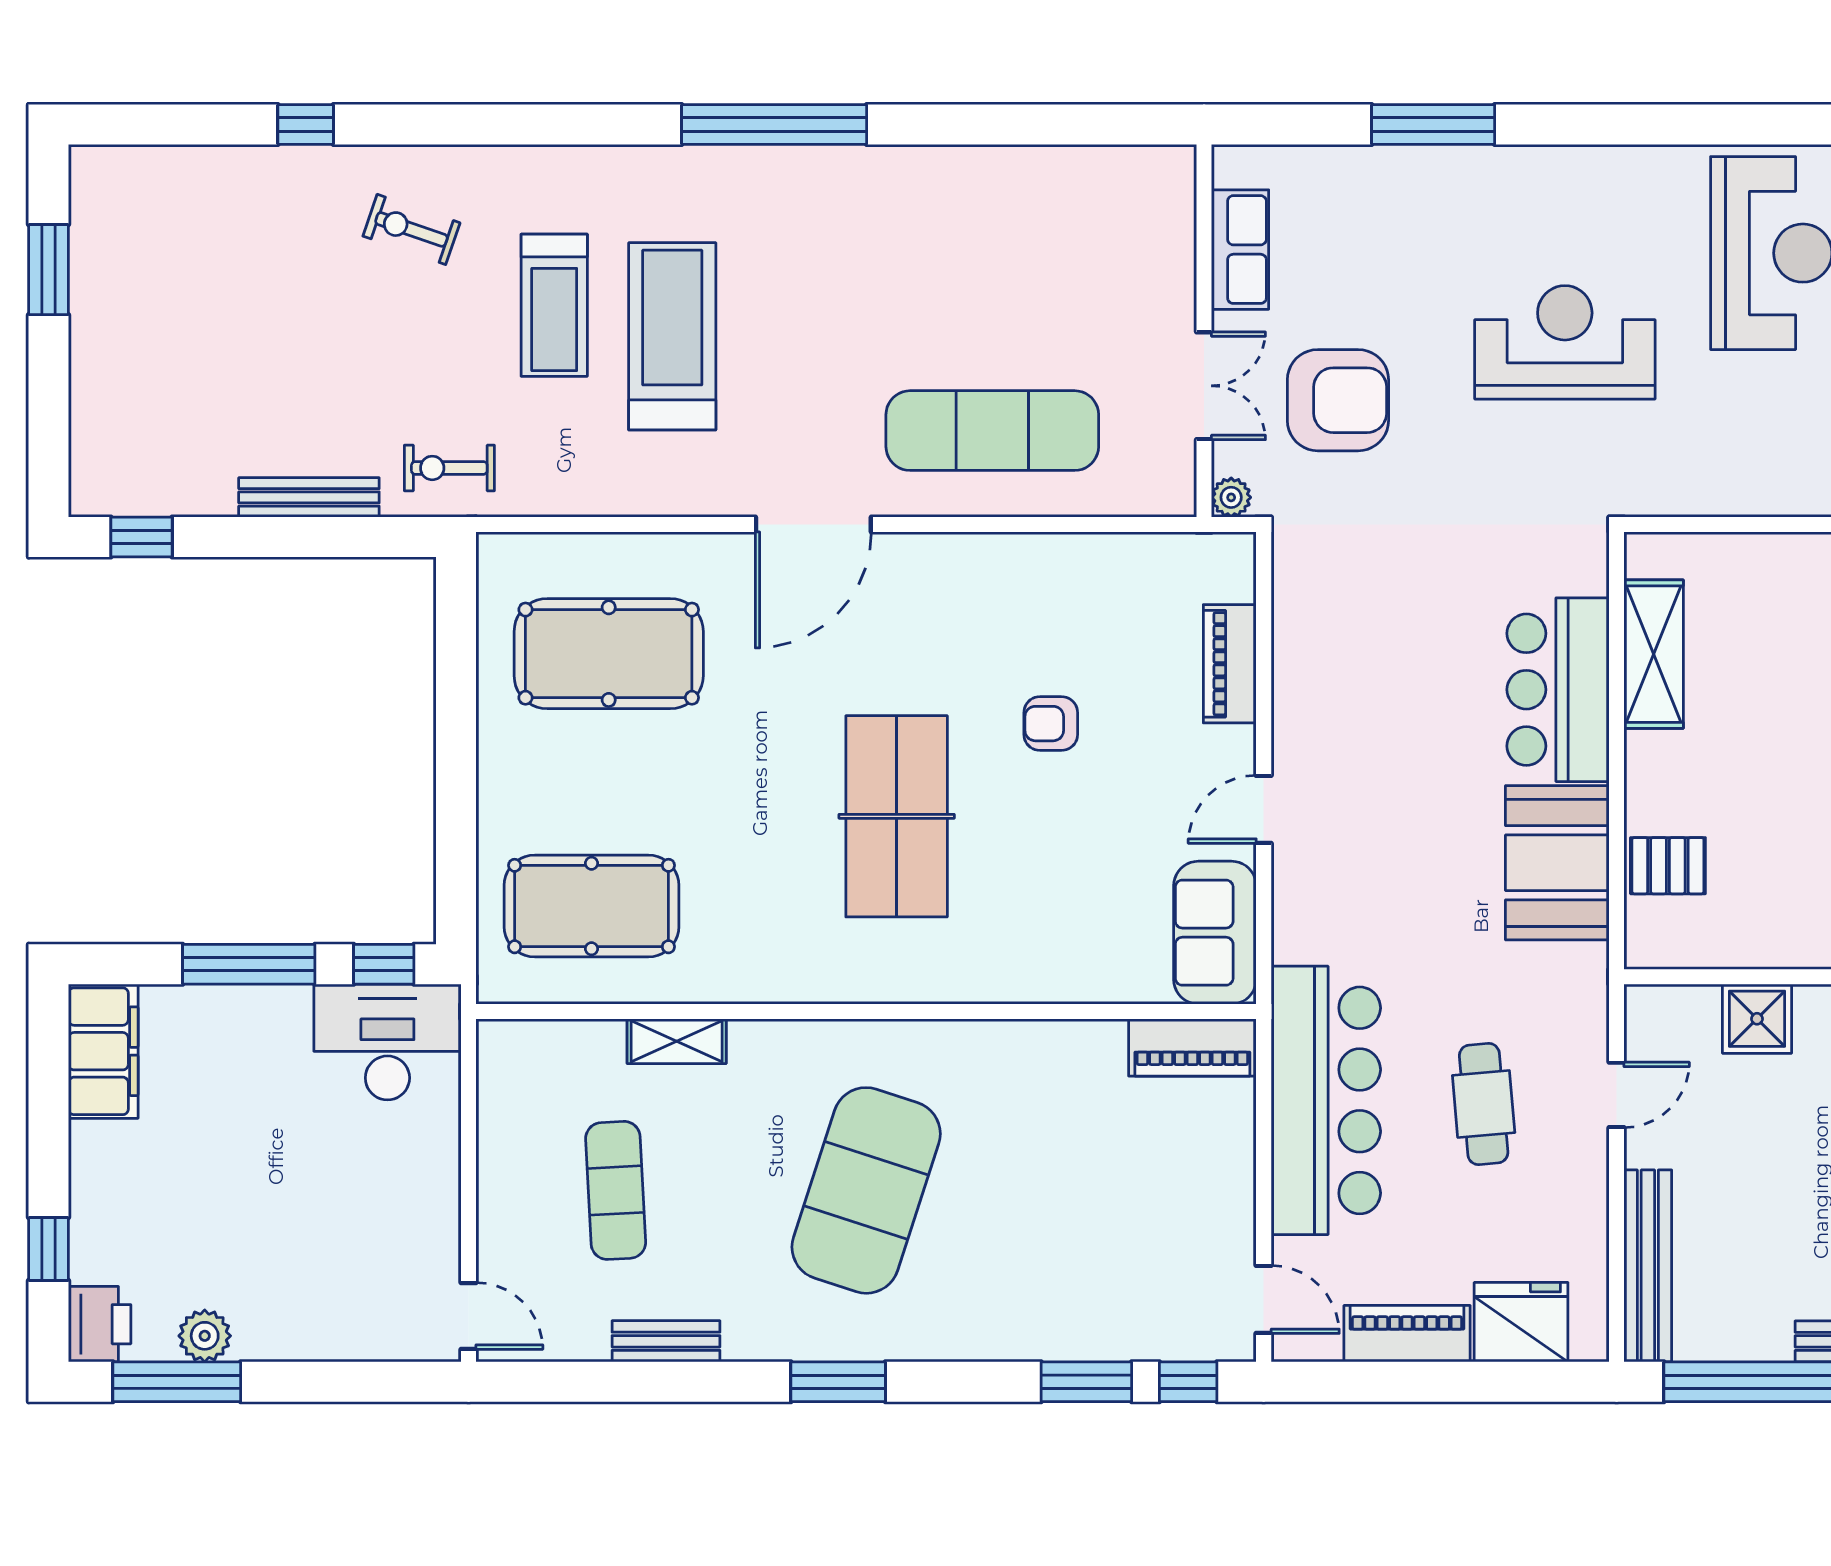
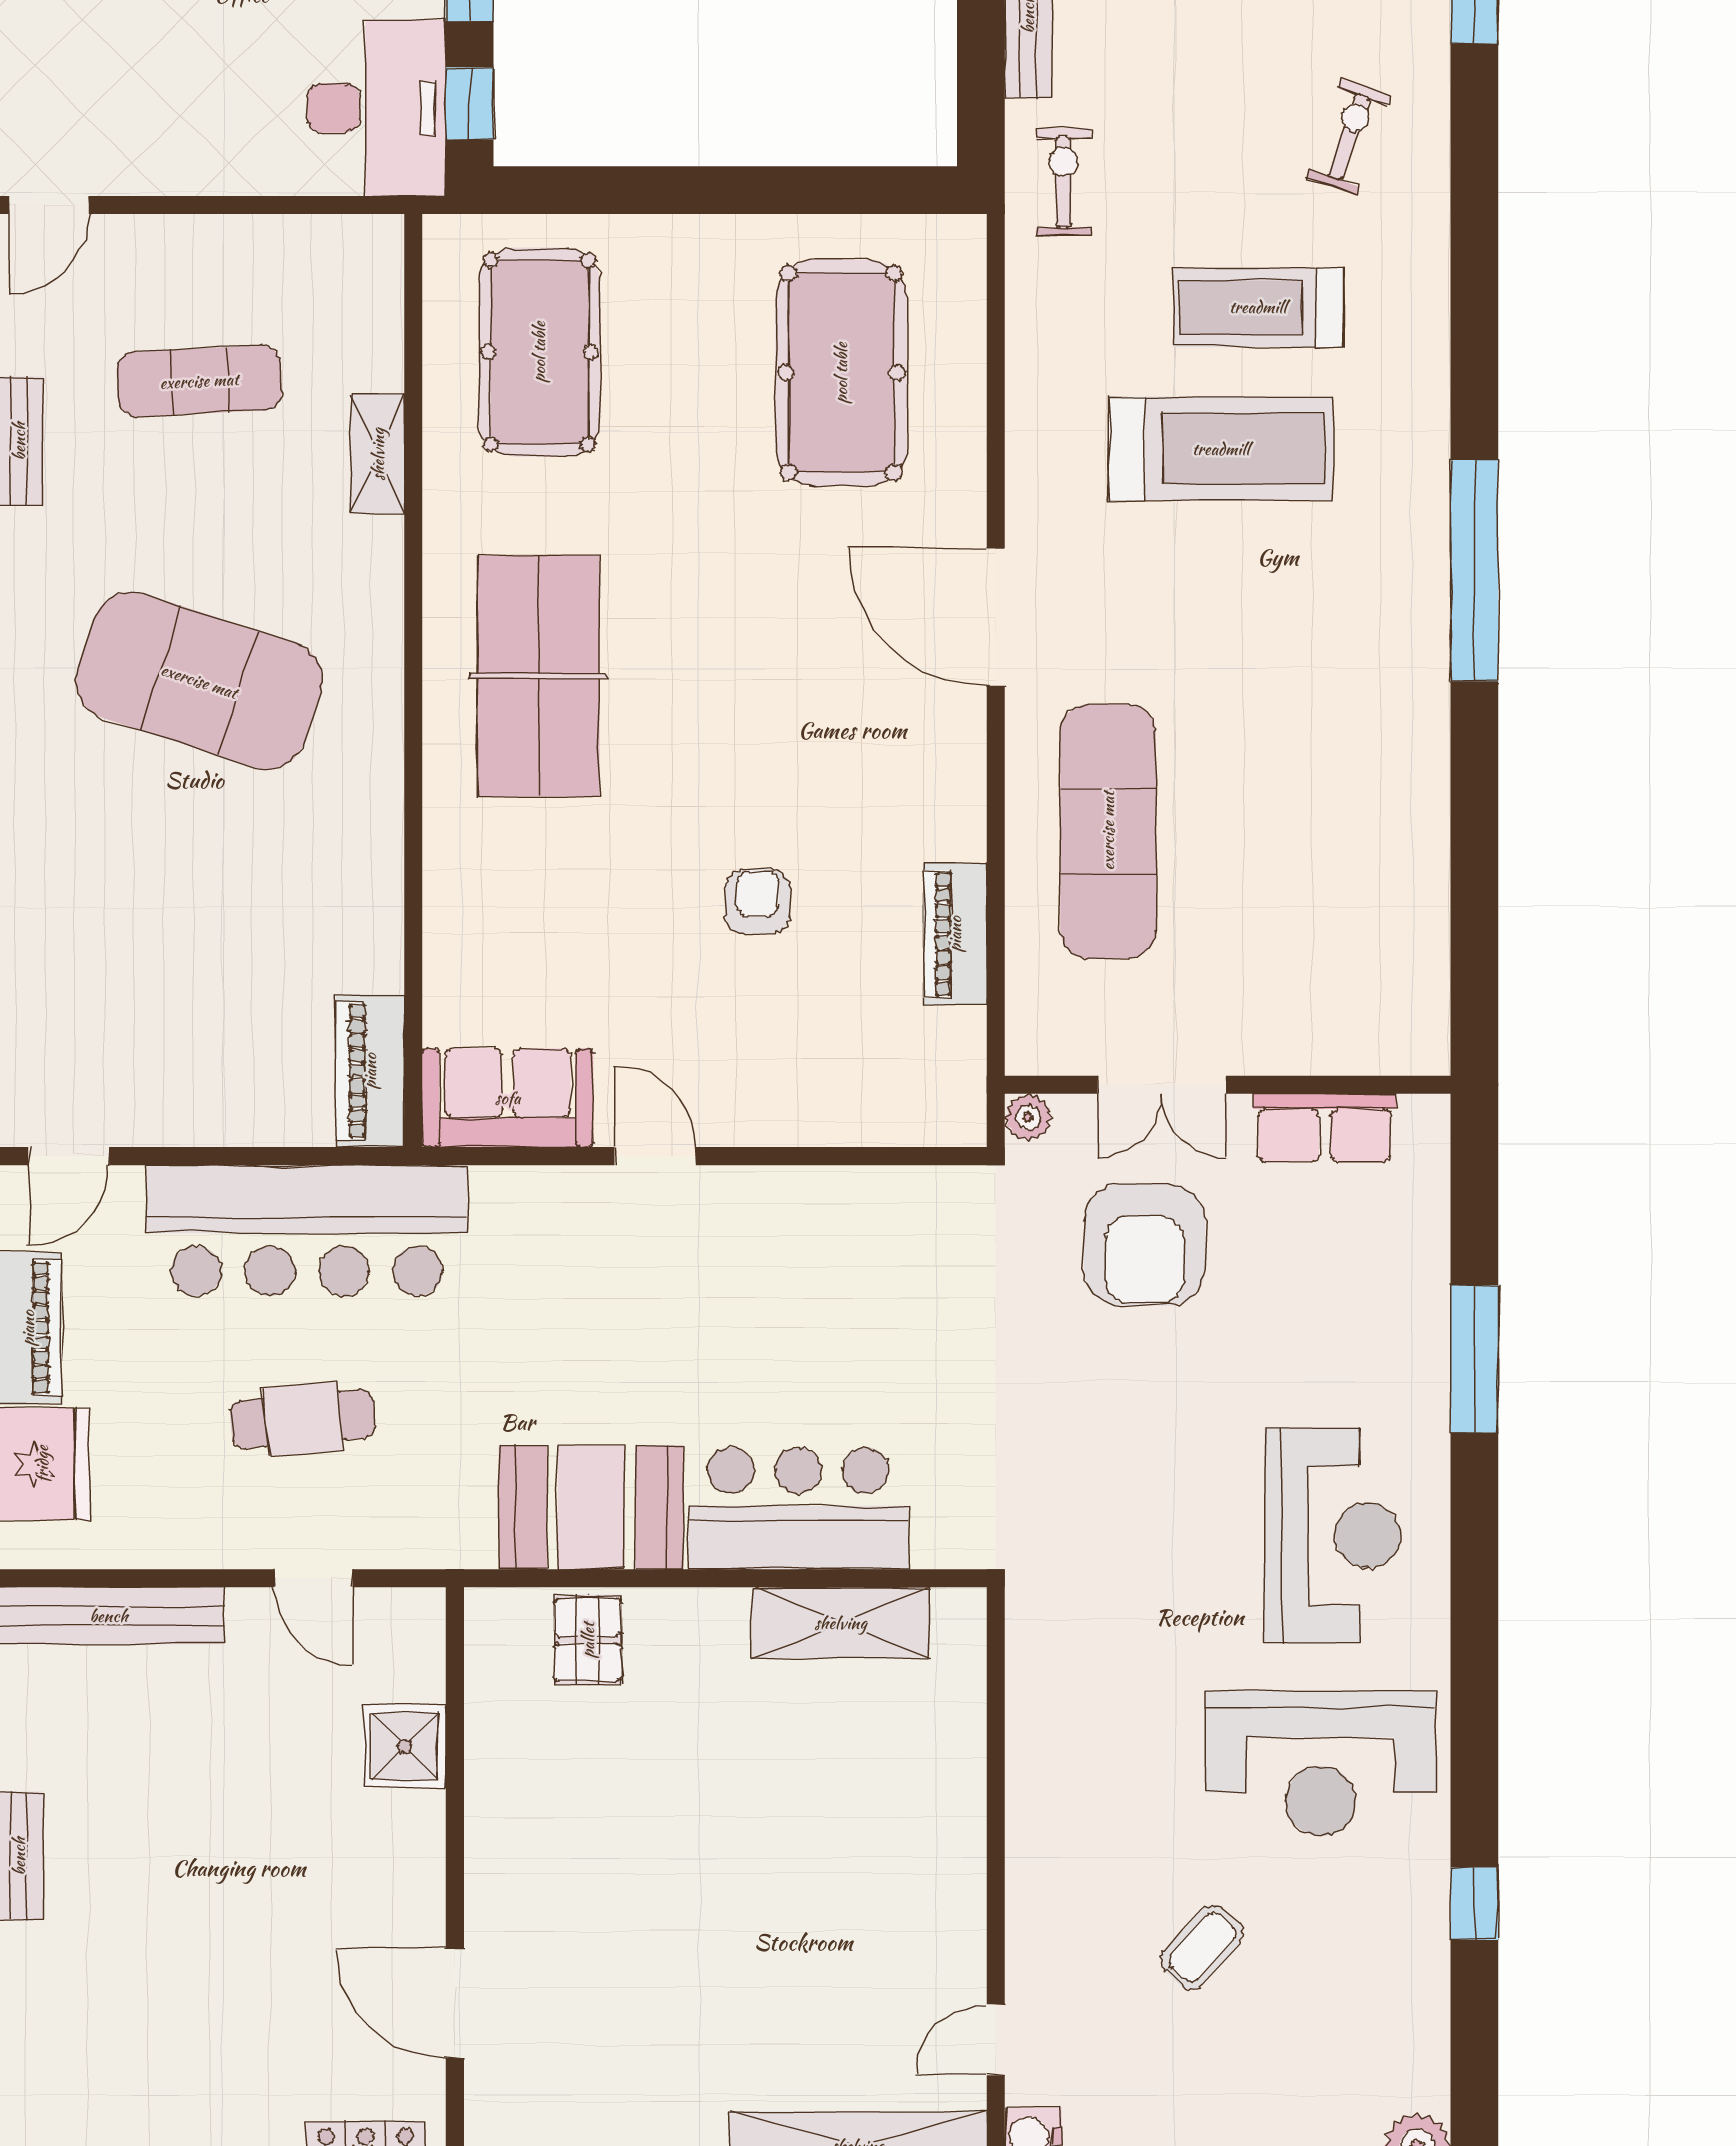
reception desk: (1565, 342) -> (1332, 1535), moved
piano: (1230, 664) -> (955, 934), moved, turned -90
table tennis table: (897, 816) -> (539, 676), moved, turned 90

